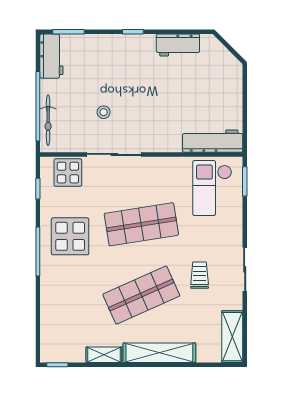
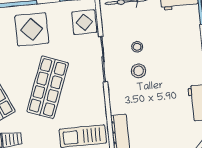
stool: (133, 113) -> (139, 71), added
shop shelf: (141, 224) -> (48, 87), turned 30

